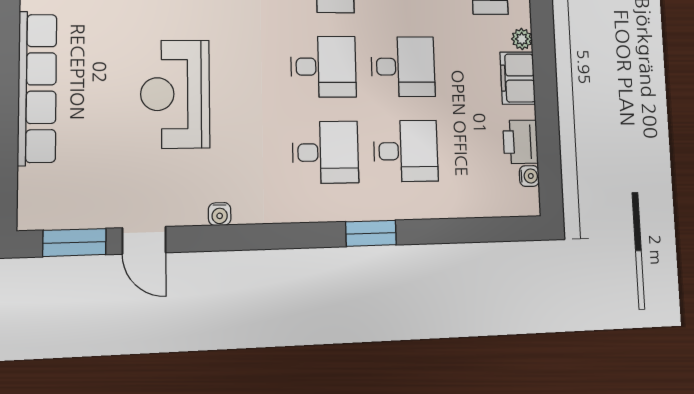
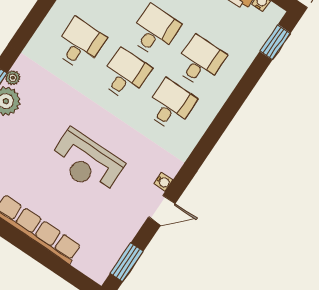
window: (371, 233) -> (275, 42), moved
door: (144, 240) -> (162, 210), moved

